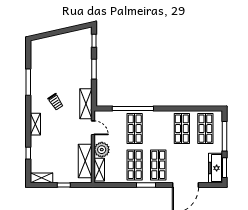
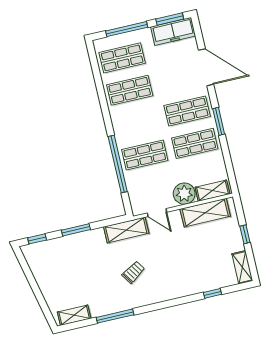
shelving: (35, 124) -> (74, 315), moved
door: (93, 128) -> (157, 213), swing flipped

